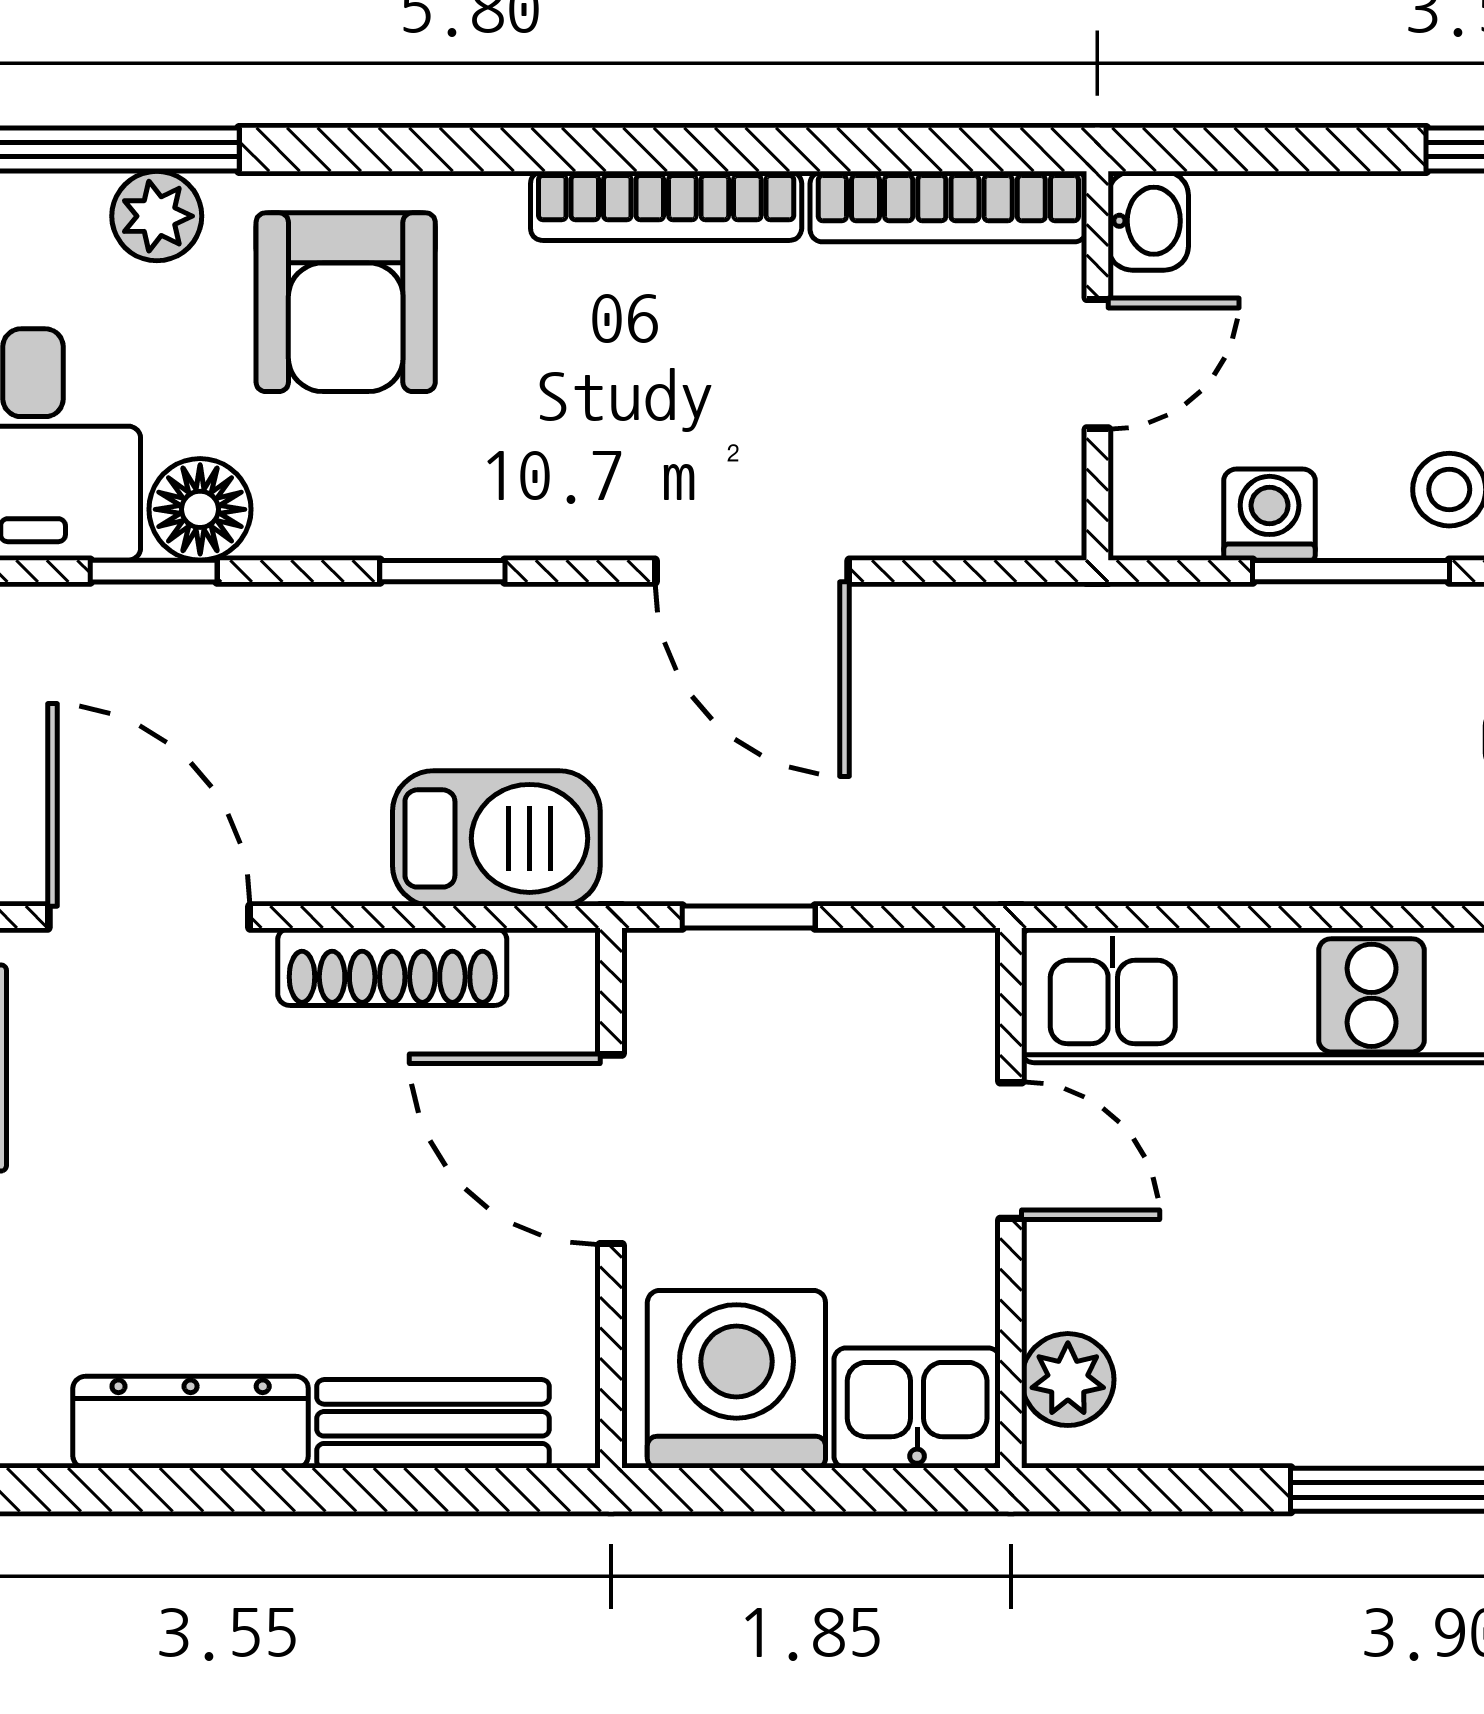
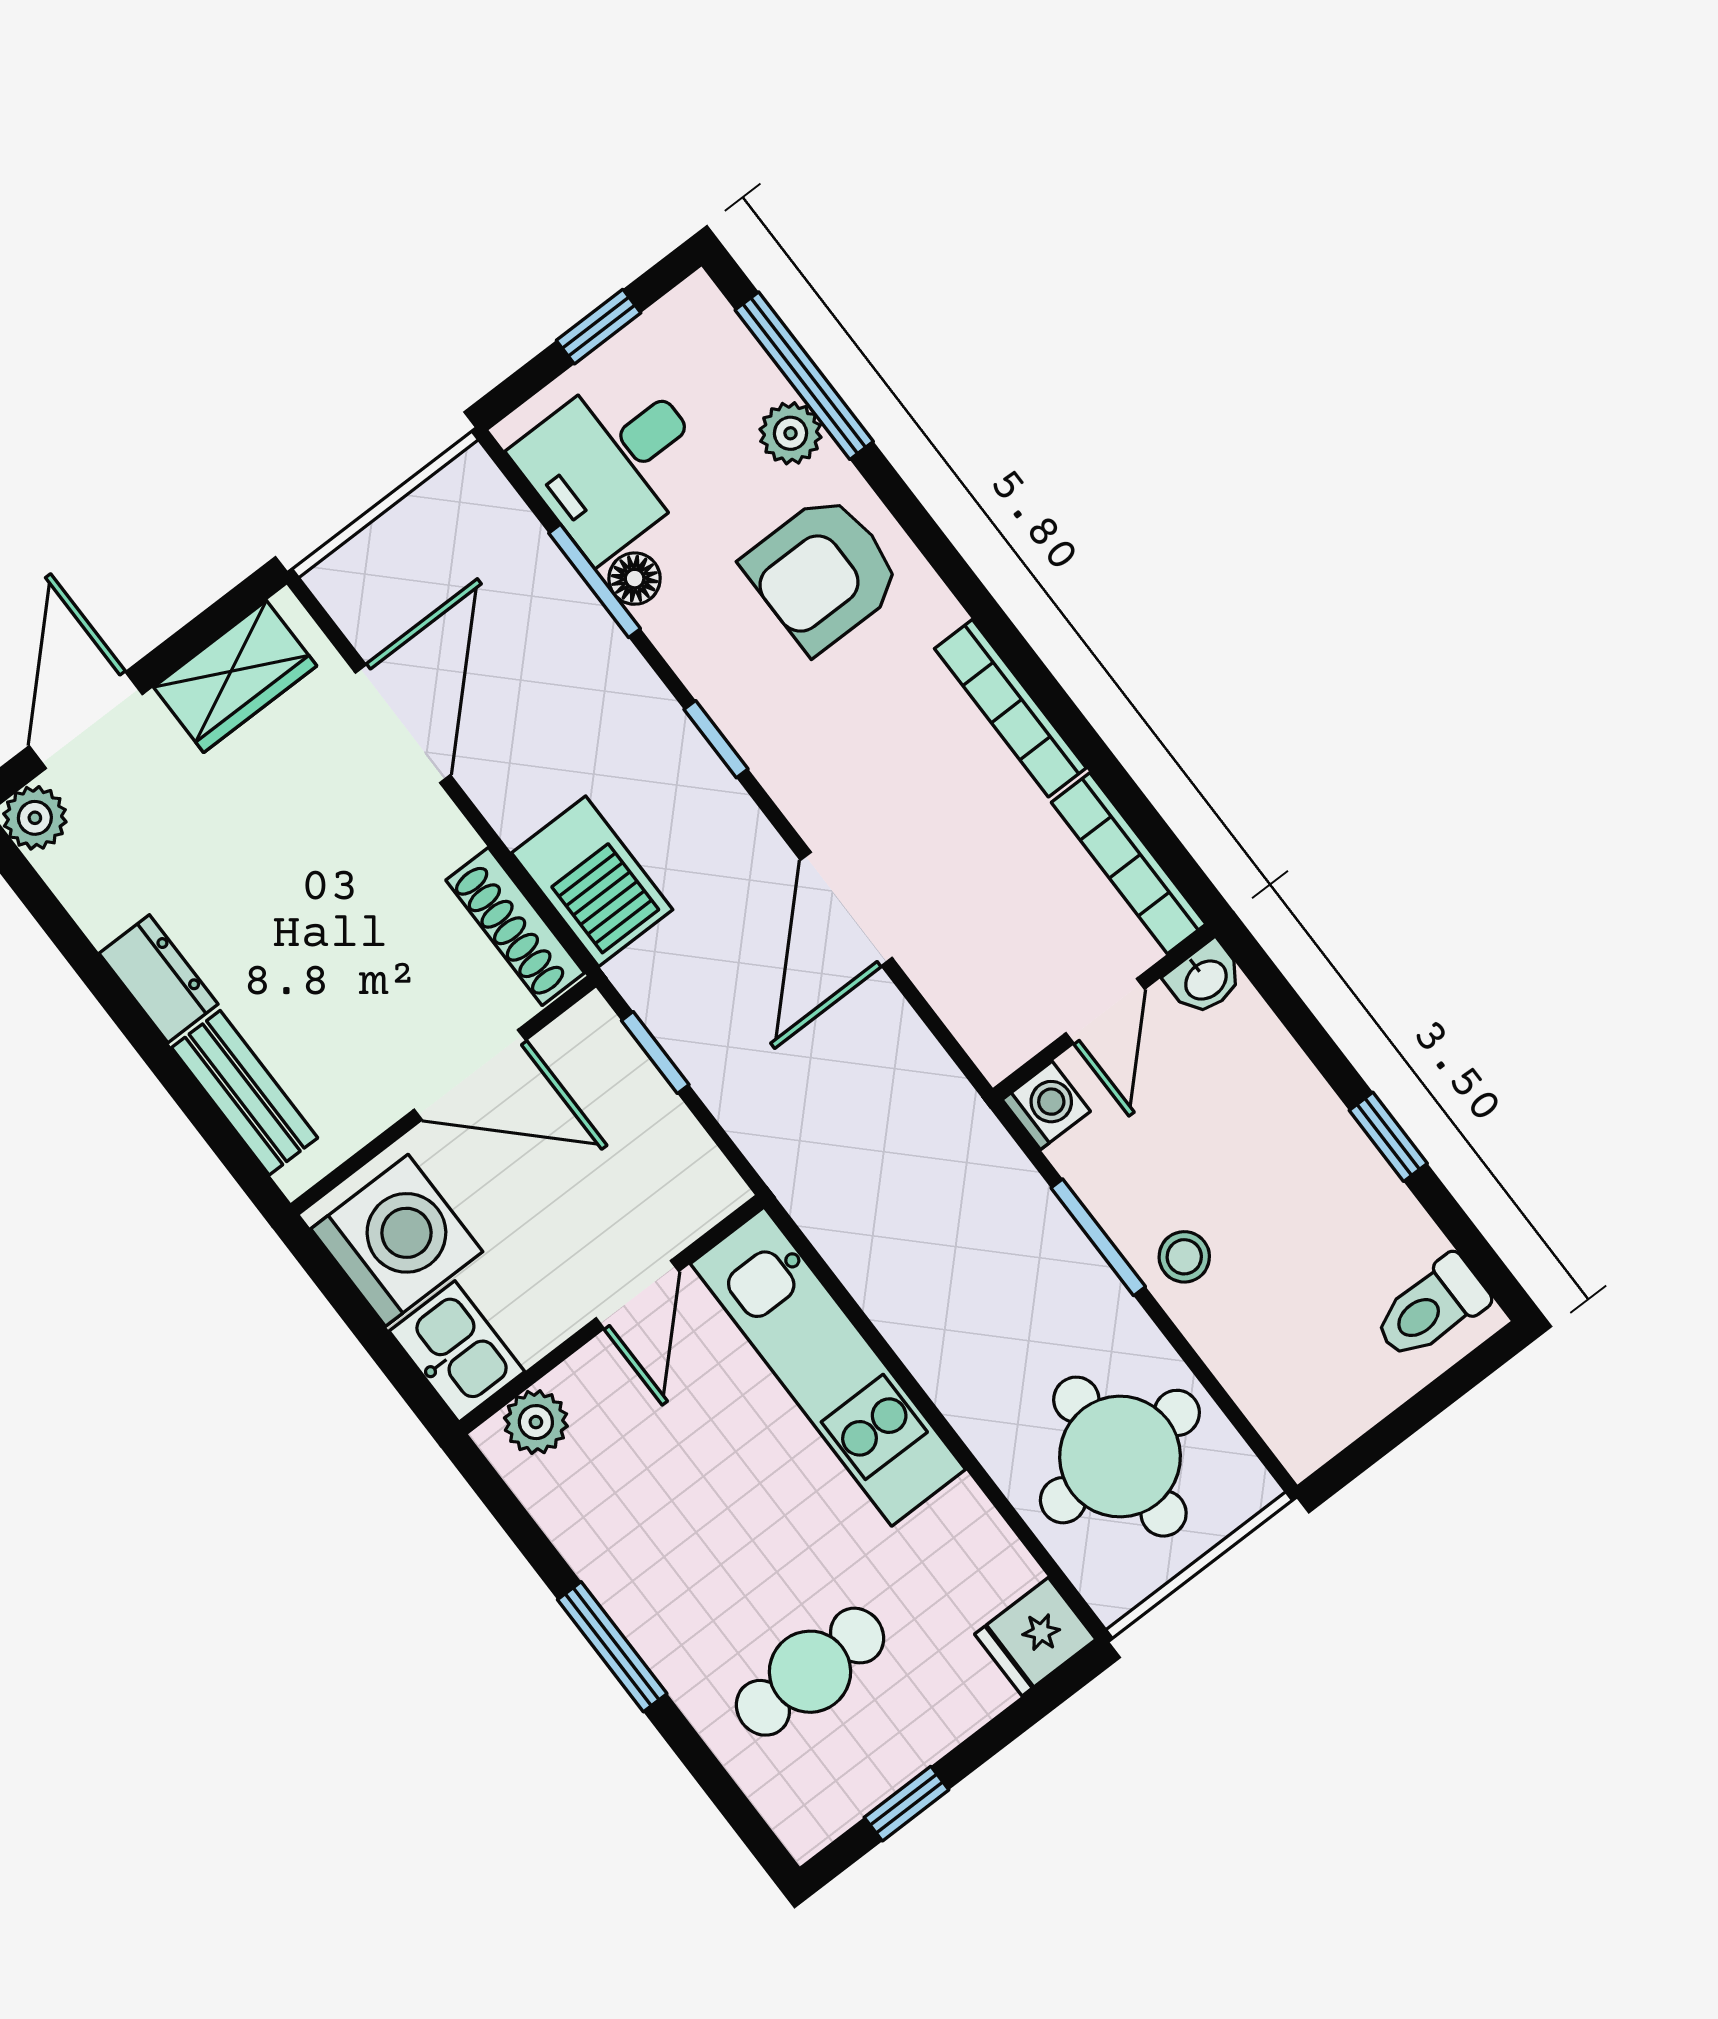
door: (1097, 364) -> (1105, 1011), hinge flipped
floor lamp: (200, 509) -> (635, 579), width x0.73, depth x0.73
washing machine: (1270, 515) -> (1046, 1105), moved
window: (154, 571) -> (595, 581), width x1.50
shoe rack: (392, 967) -> (515, 926), moved
door: (611, 1149) -> (470, 1075), swing flipped
dresser: (191, 1422) -> (159, 979), width x0.70

